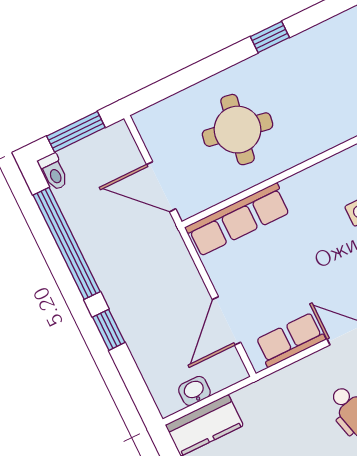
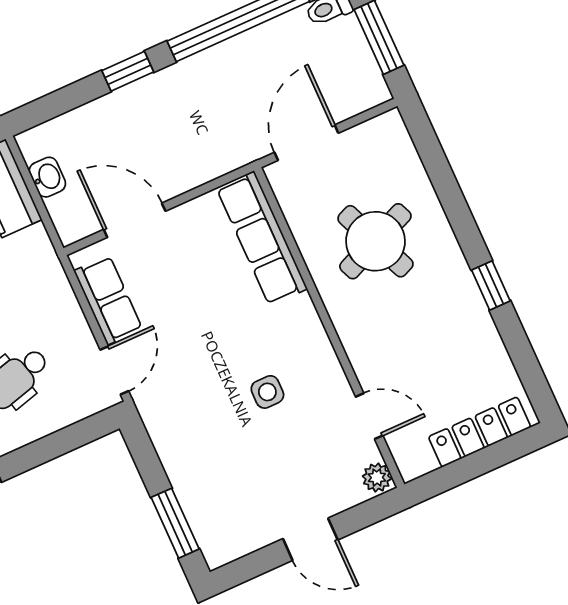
round table: (238, 130) -> (375, 241), turned -33

